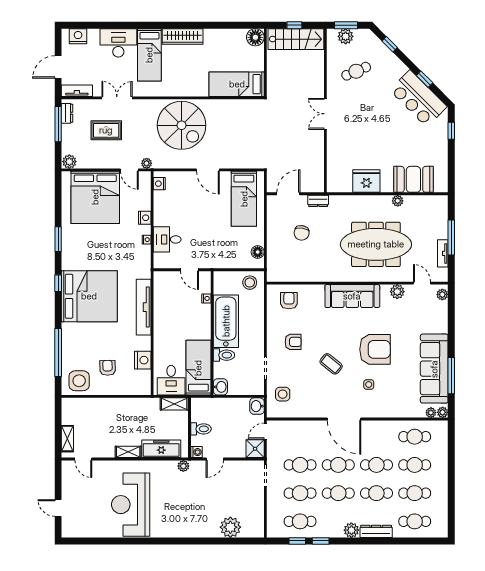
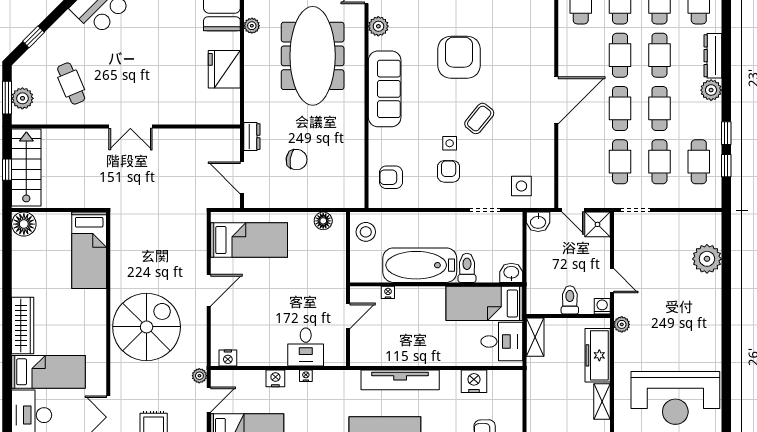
side table: (369, 385) -> (450, 143), moved

